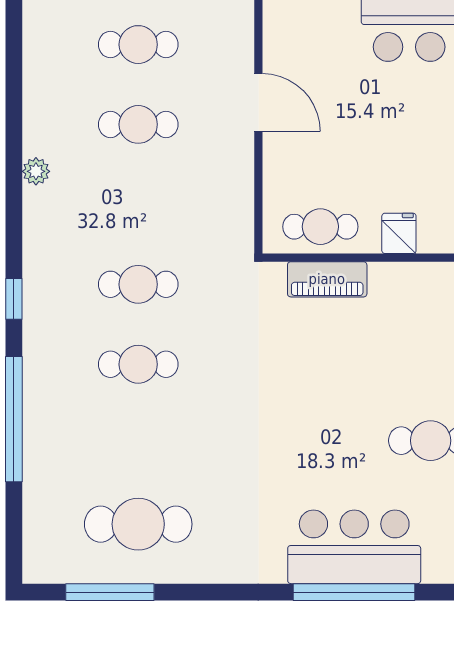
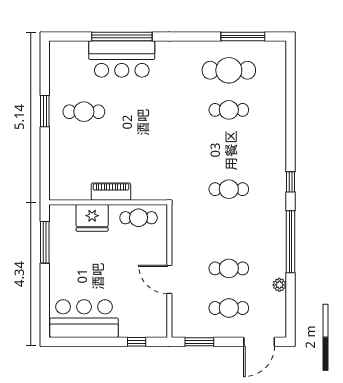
plant: (36, 171) -> (279, 285), moved
fridge: (399, 233) -> (92, 218), width x1.88, depth x1.34
piano: (327, 279) -> (111, 192), moved
cafe table: (138, 364) -> (229, 110), moved
window: (14, 419) -> (290, 242), moved

